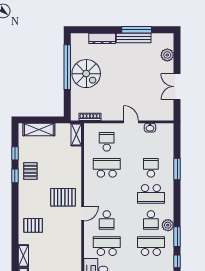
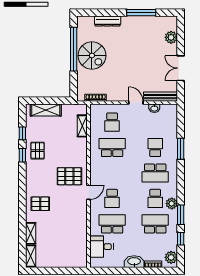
bench: (134, 38) -> (161, 97), moved
shelving: (76, 135) -> (82, 126), moved
school desk: (107, 142) -> (112, 122), turned 180

